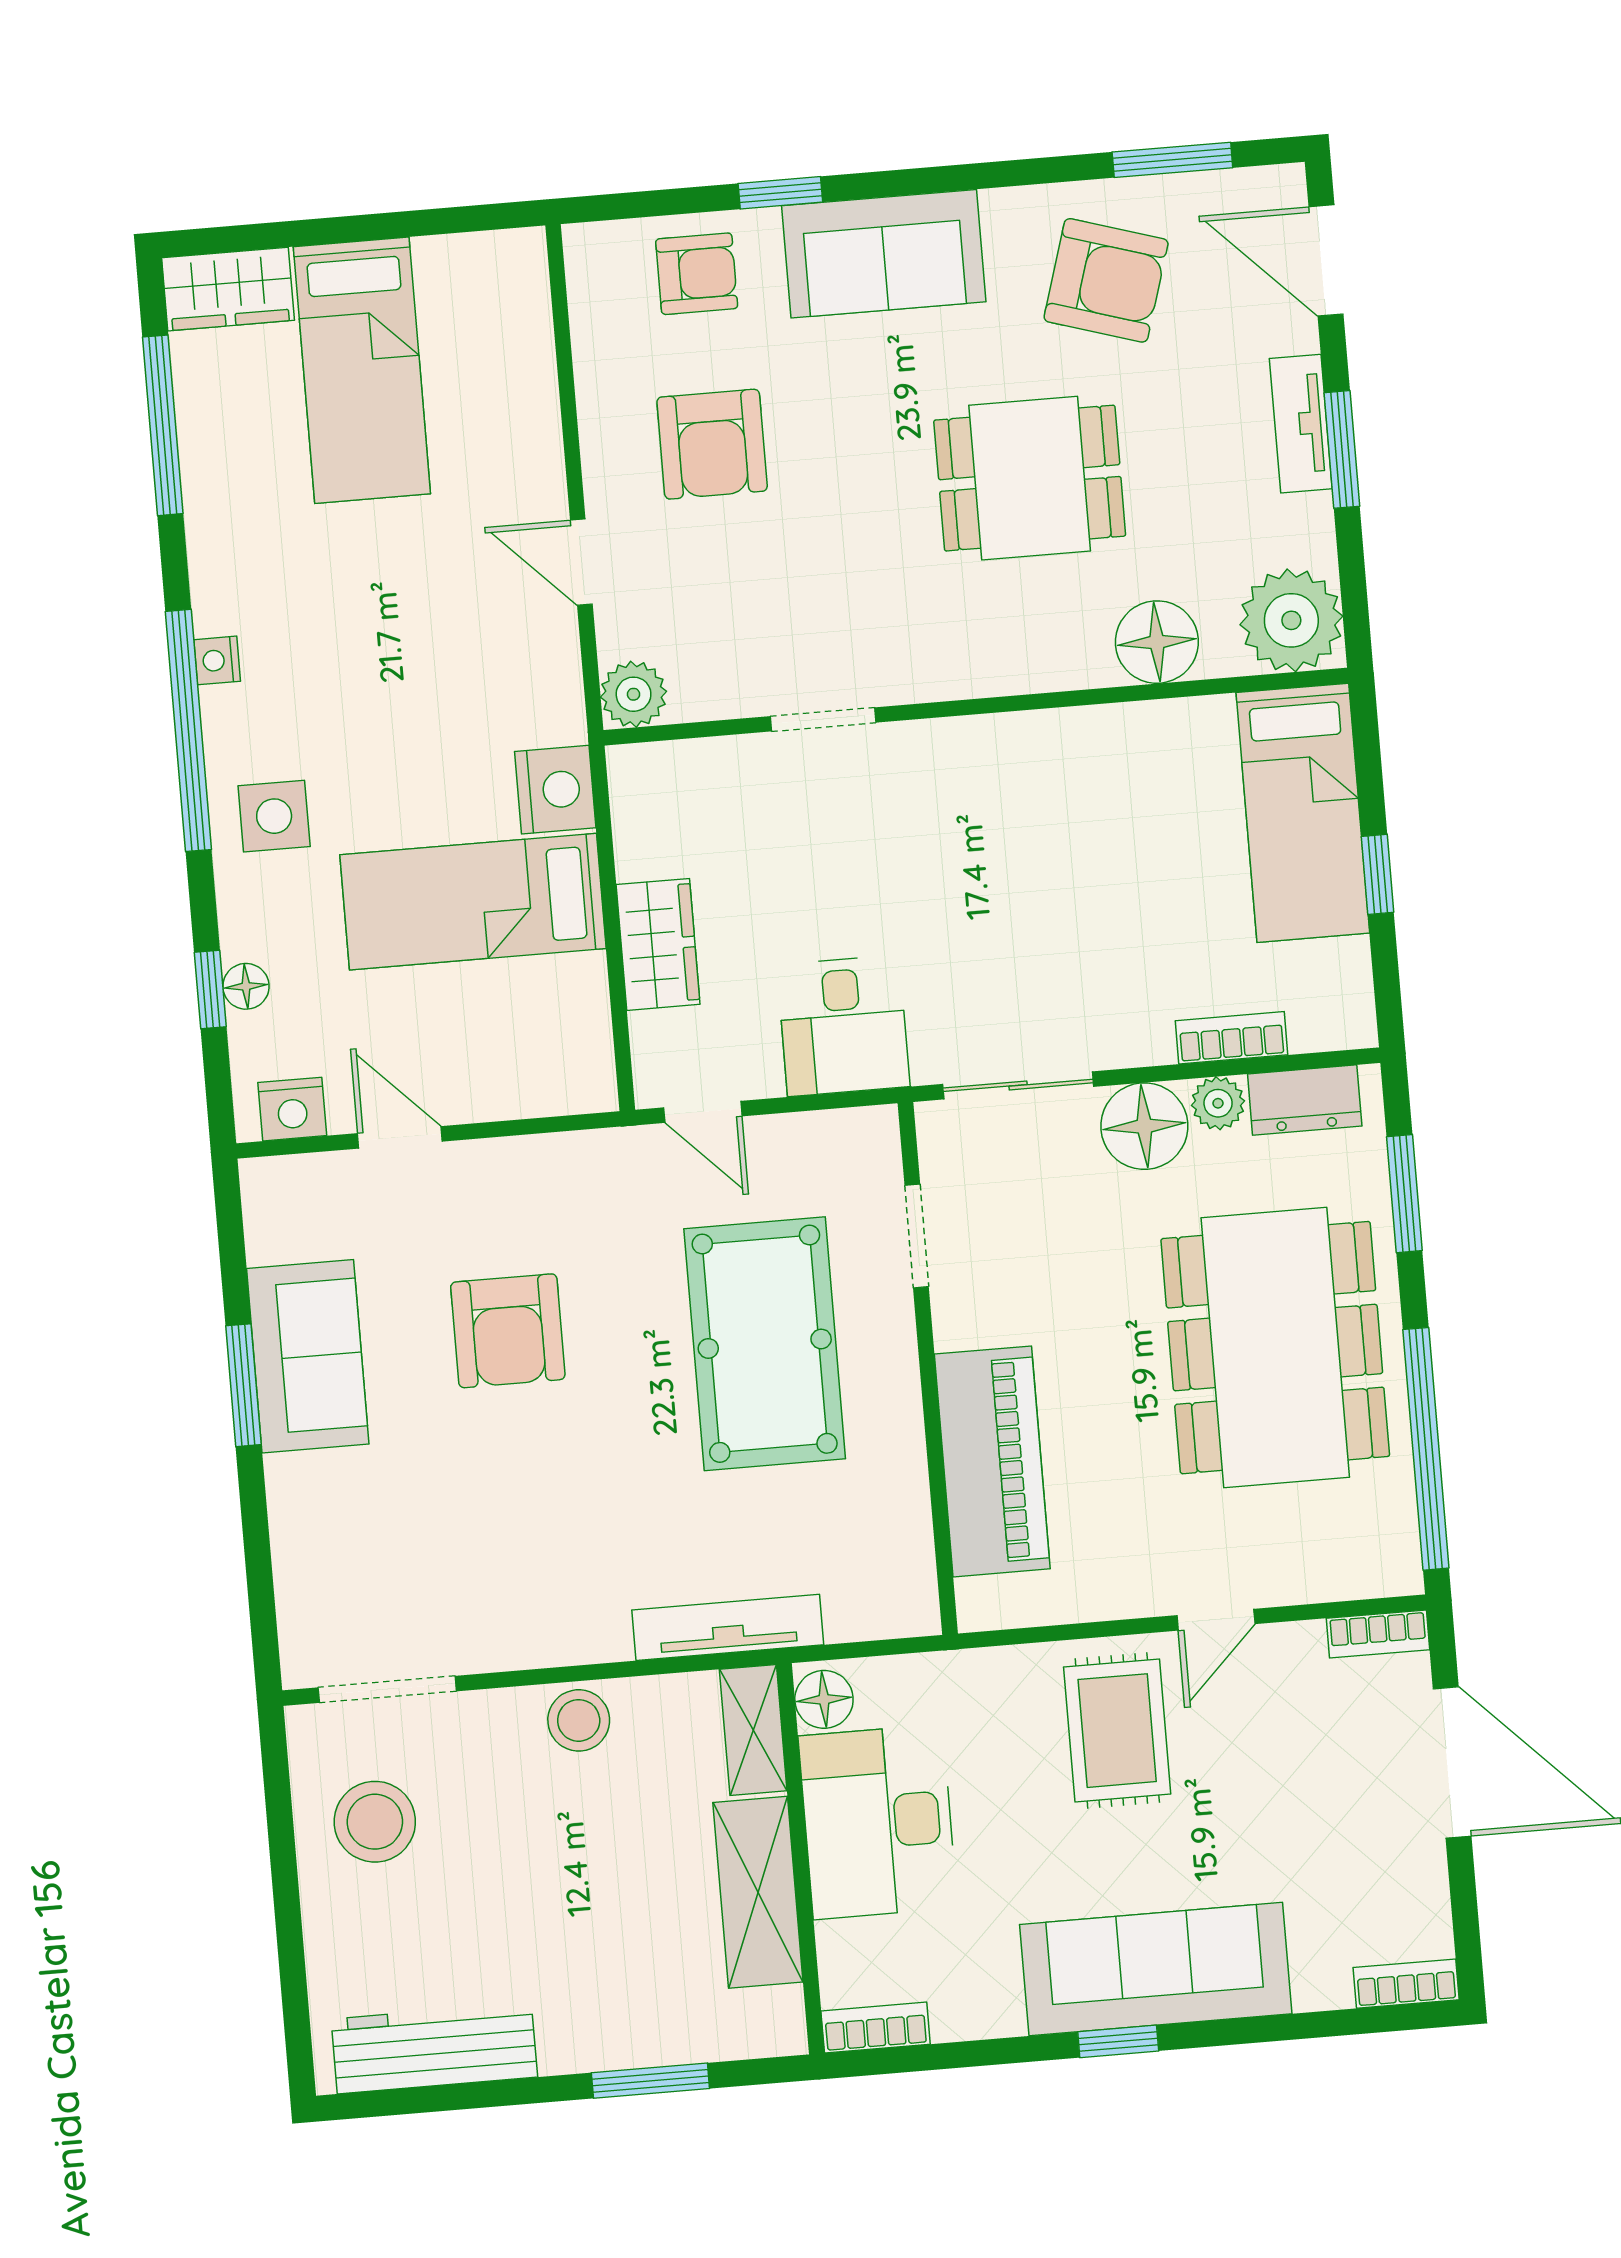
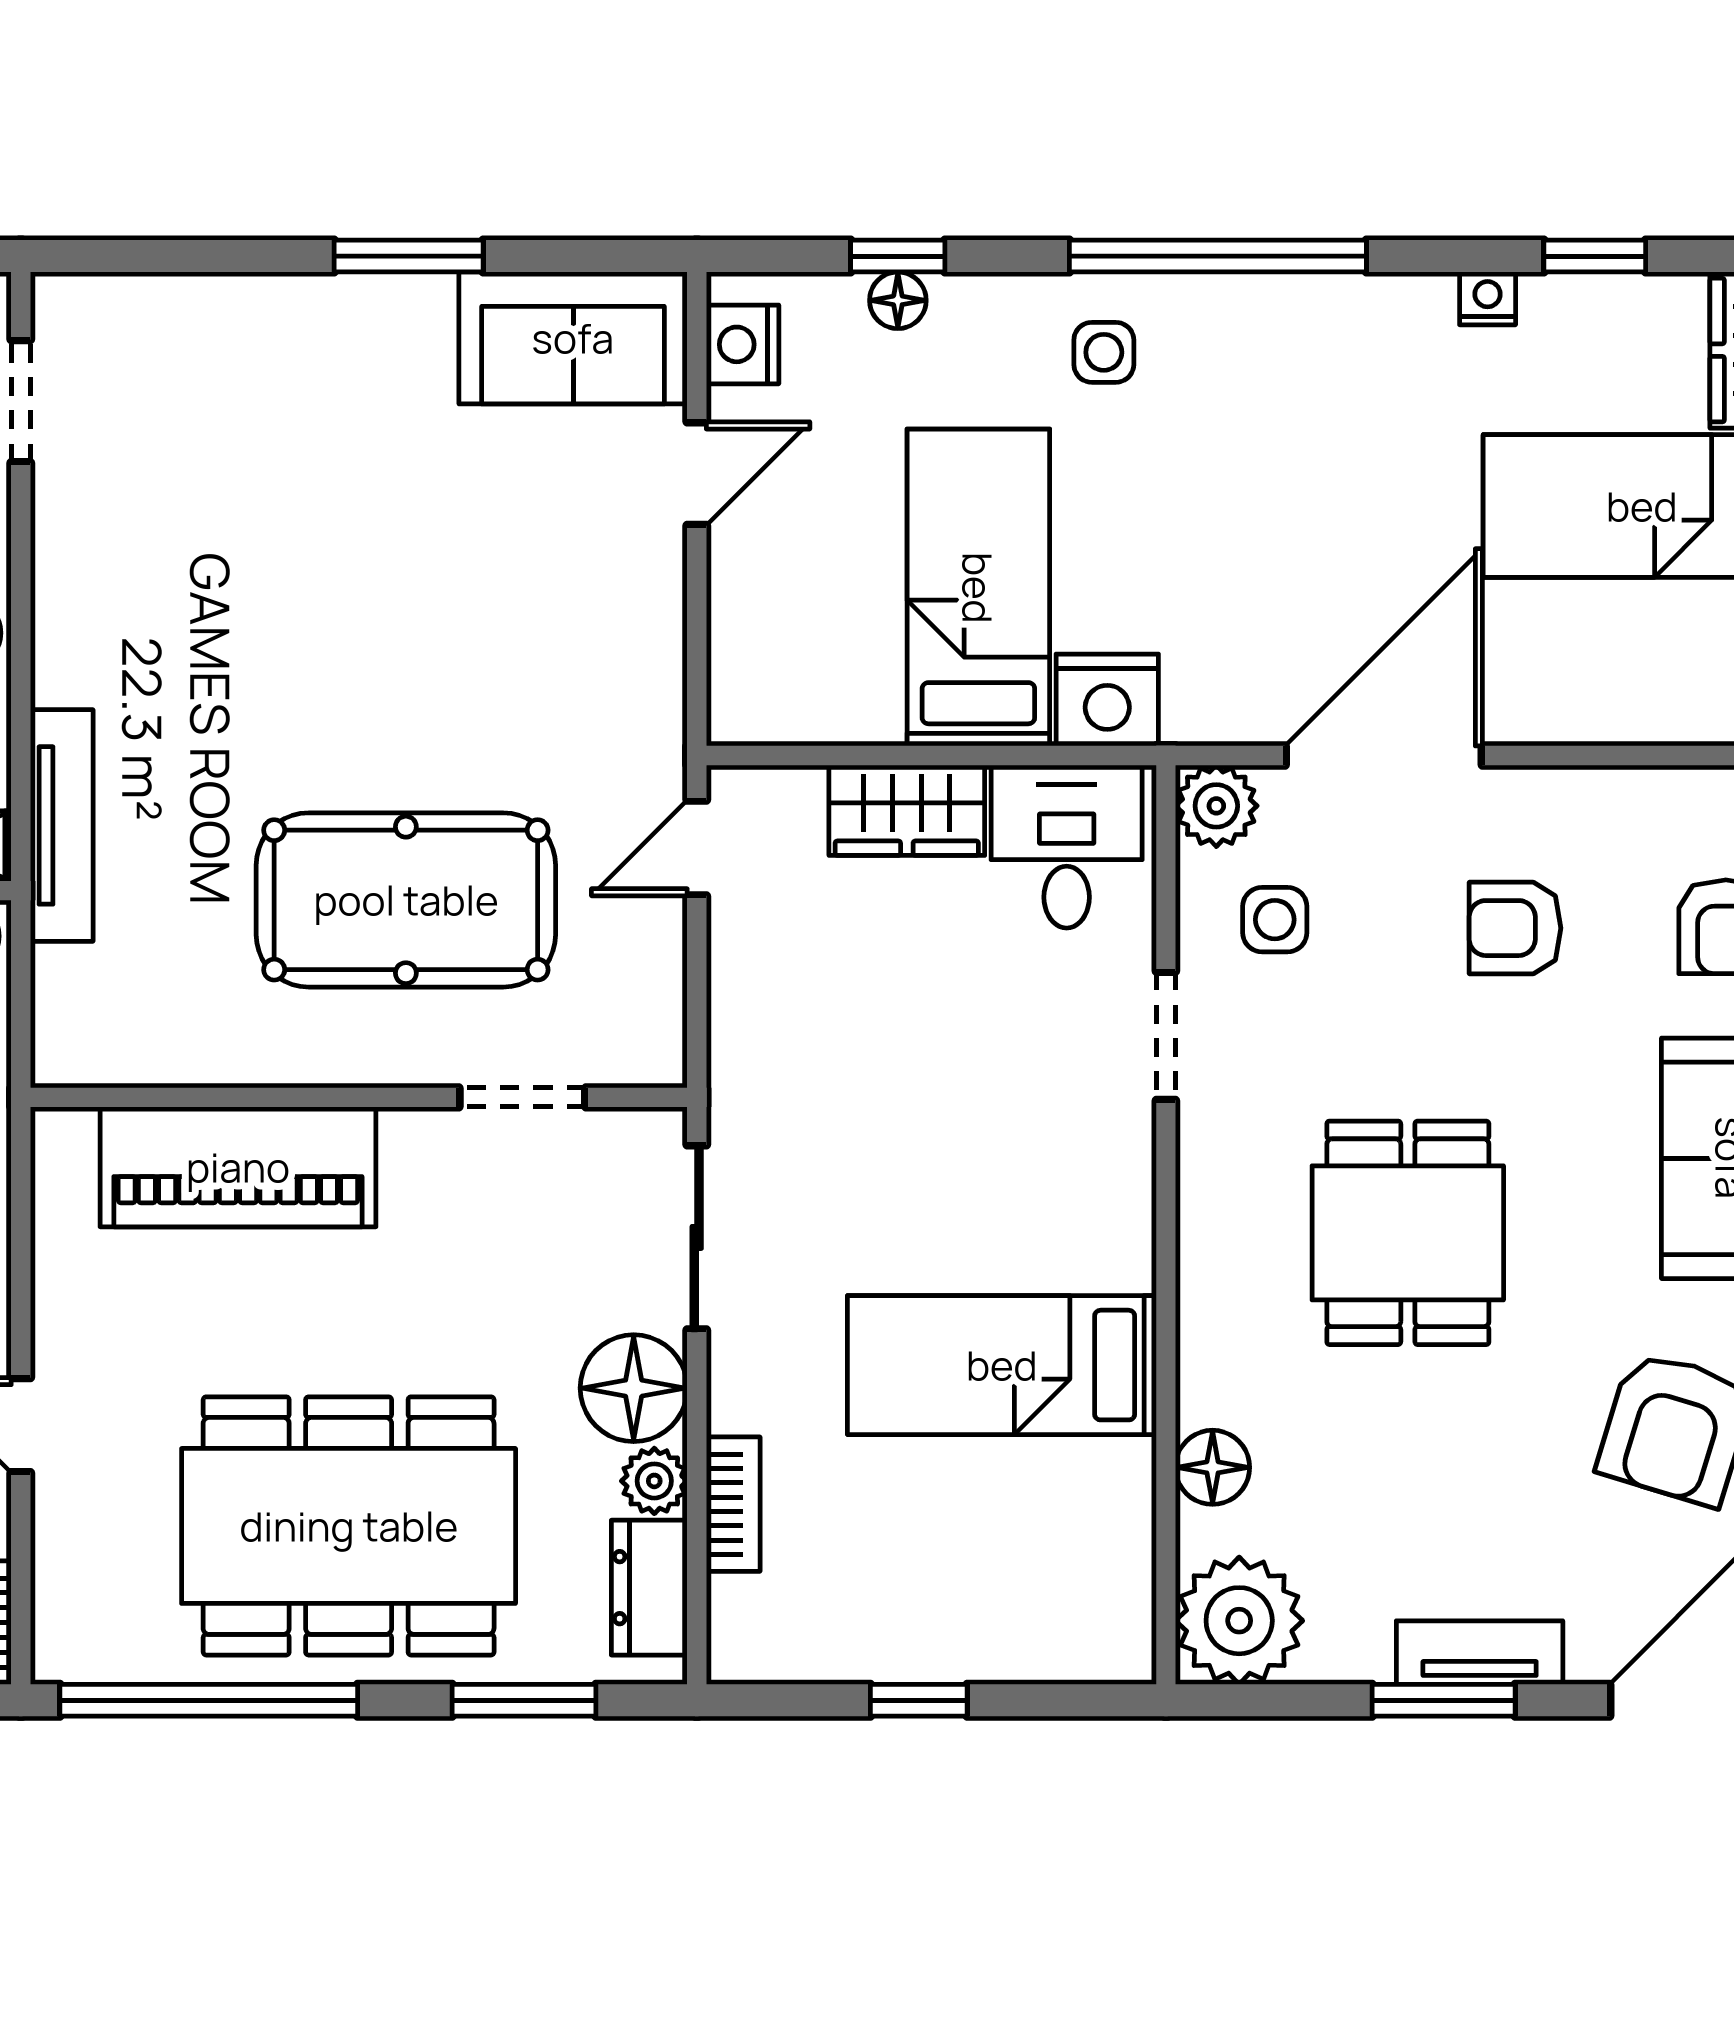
window: (163, 425) -> (1595, 256), width x0.46
armchair: (712, 444) -> (1515, 928), width x0.72, depth x0.72
dining table: (1030, 478) -> (1408, 1233), moved
door: (581, 562) -> (1384, 755), width x1.88
side table: (722, 639) -> (1275, 920), added
floor lamp: (1157, 642) -> (1213, 1467), width x0.73, depth x0.73
nightstand: (217, 660) -> (1488, 298), moved
bed: (1303, 813) -> (1002, 1365), moved
side table: (274, 816) -> (1104, 352), width x0.73, depth x0.73
desk: (843, 1026) -> (1067, 847), moved, turned 90
armchair: (508, 1331) -> (448, 586), removed
sofa: (308, 1356) -> (573, 338), moved
doorway: (387, 1689) -> (21, 401), width x0.73

